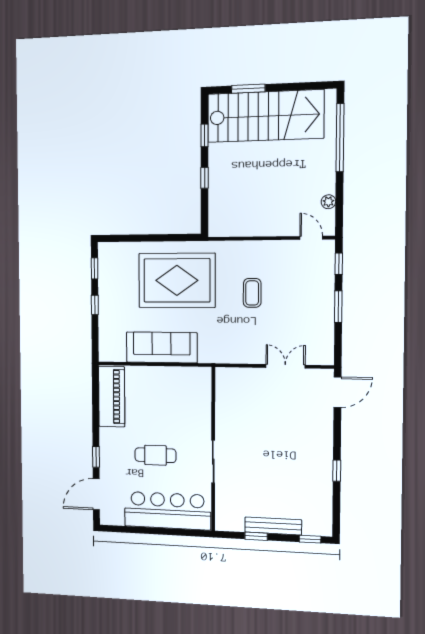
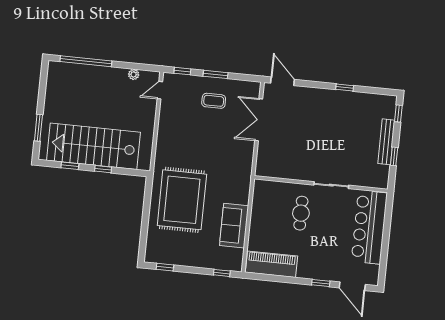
stairs: (265, 116) -> (93, 146), moved, turned -90
coffee table: (252, 293) -> (214, 101), moved
window: (95, 305) -> (222, 273), moved
sofa: (162, 347) -> (234, 226), width x0.73
double door: (285, 366) -> (259, 120), width x1.37
cafe table: (155, 455) -> (301, 213), moved

